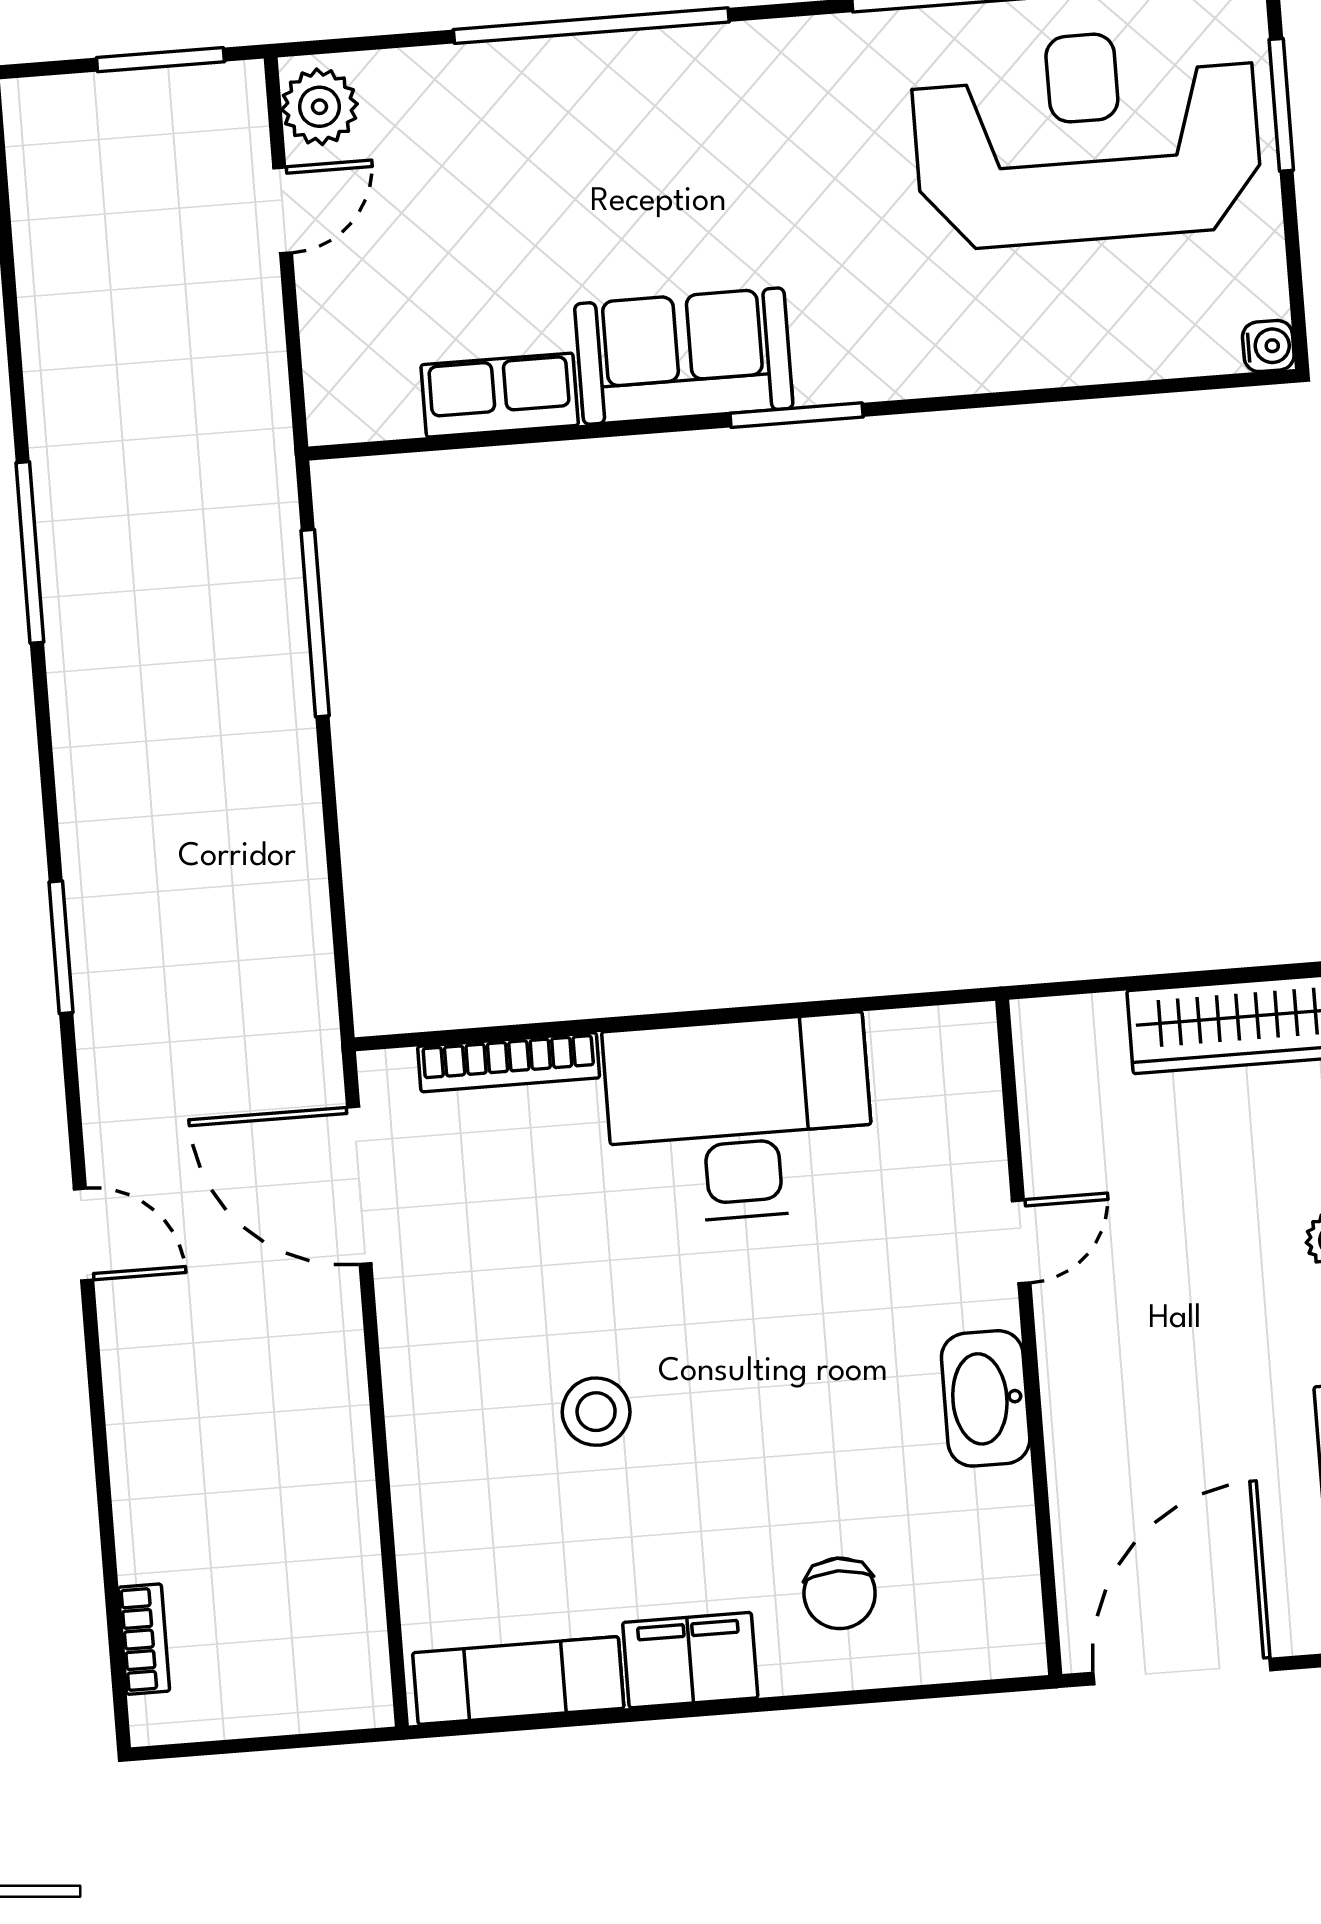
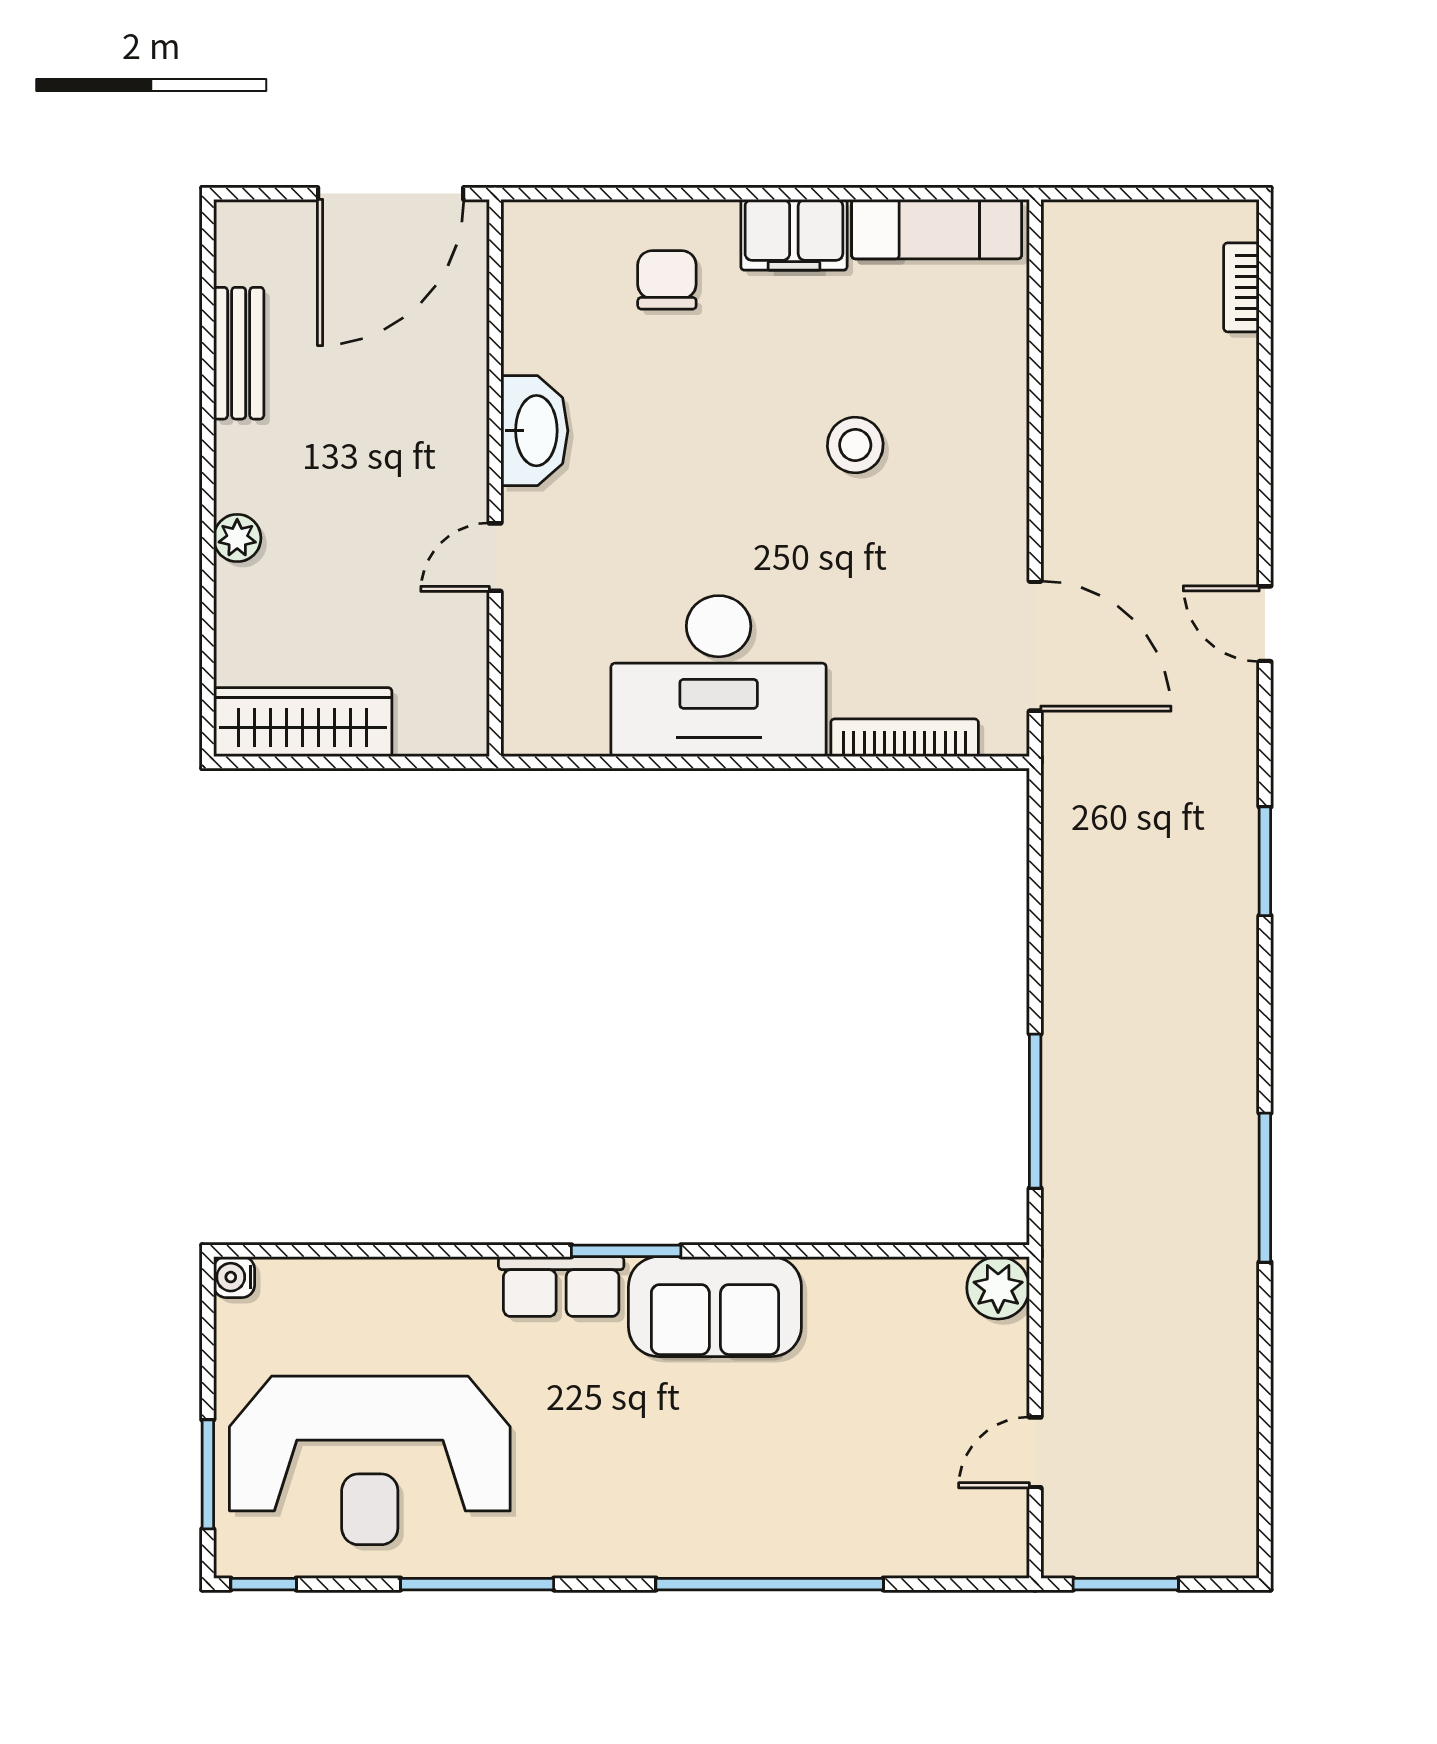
plant: (319, 107) -> (998, 1288), moved
row of seats: (500, 395) -> (561, 1287), moved

